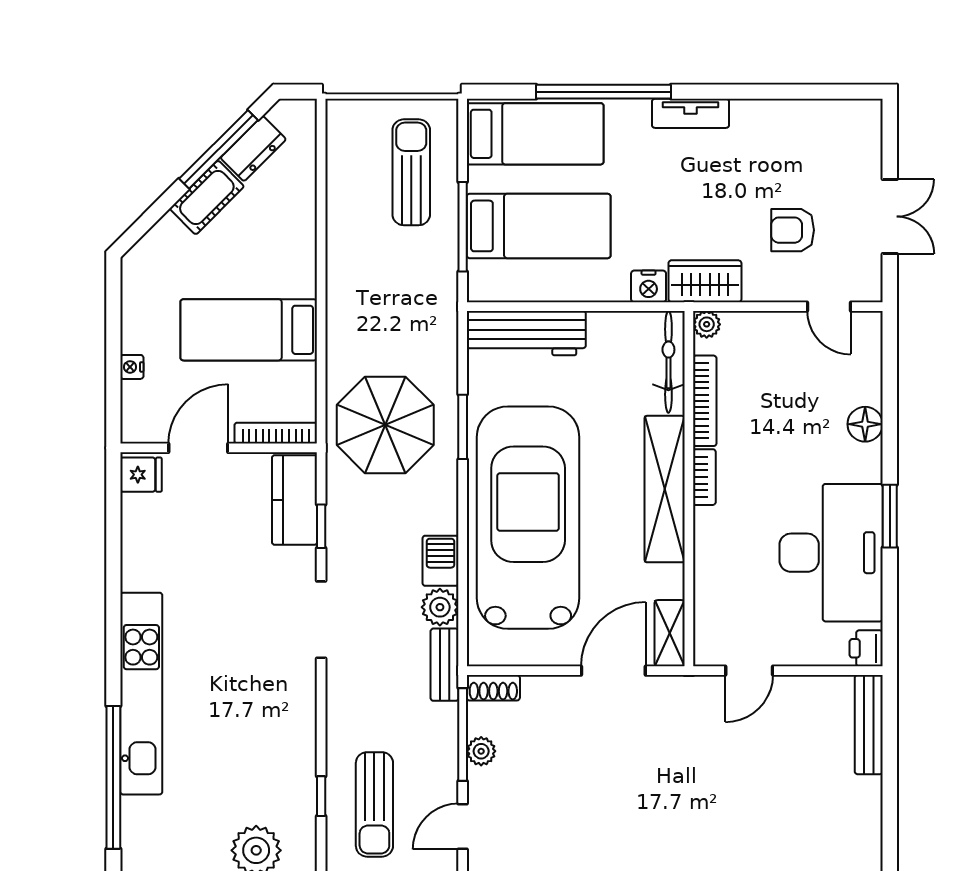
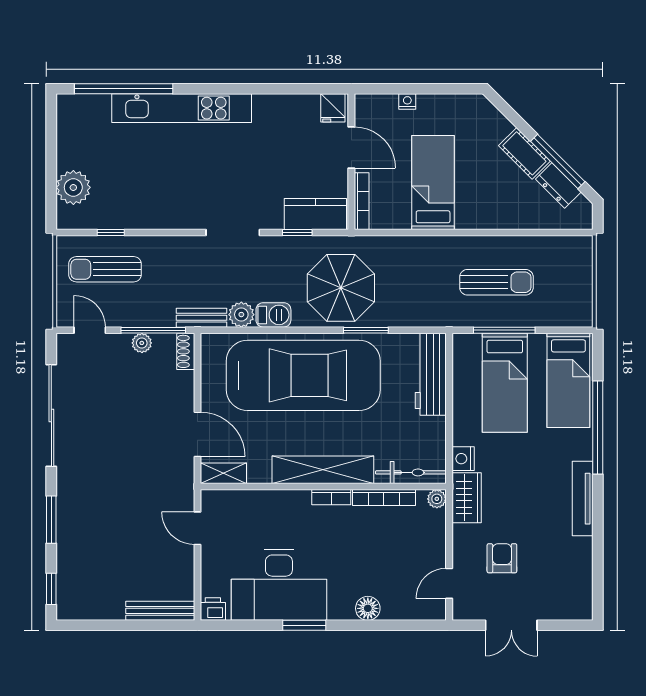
tv unit: (691, 113) -> (583, 499), width x1.41
sun lounger: (411, 172) -> (496, 282), moved
parasol: (385, 425) -> (341, 288), moved

